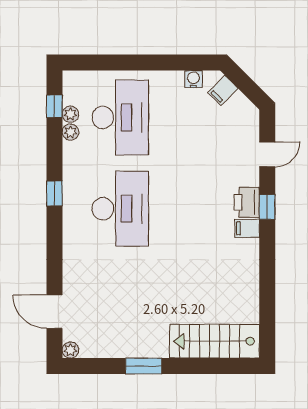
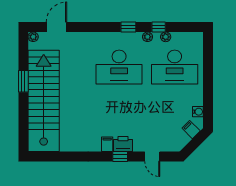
window: (54, 106) -> (159, 27), moved
plant: (70, 114) -> (148, 37), moved
stairs: (214, 341) -> (44, 101), width x1.86, depth x1.51

